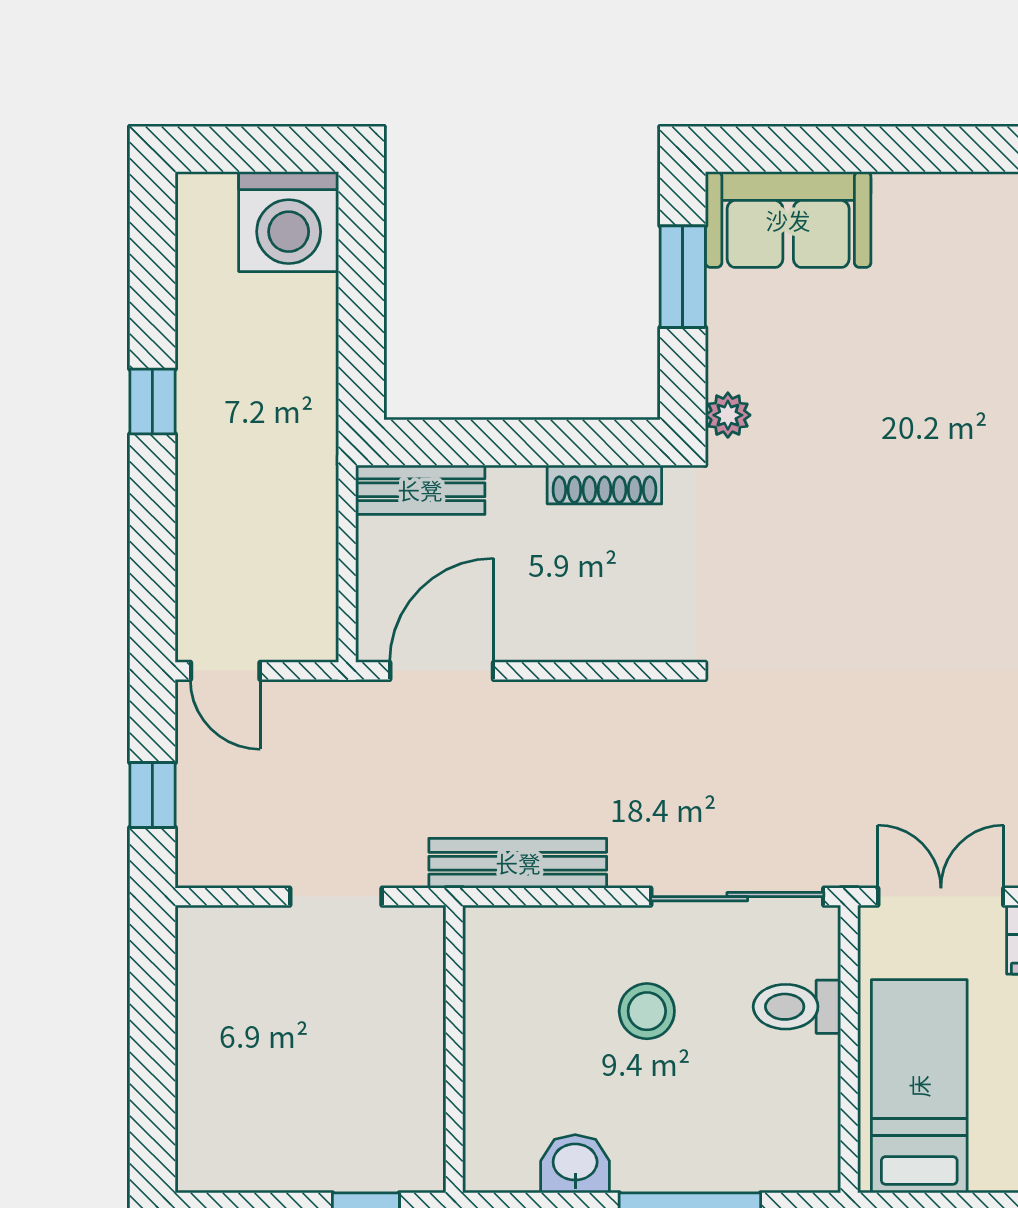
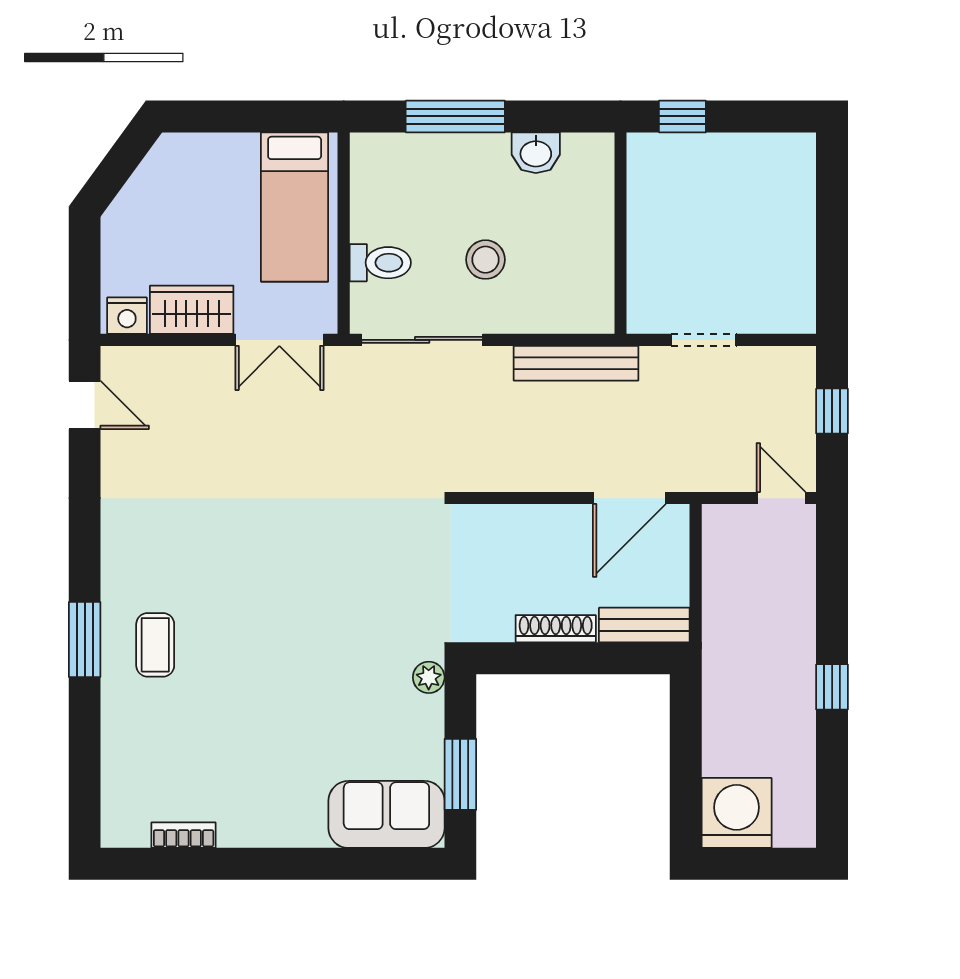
shoe rack: (604, 484) -> (556, 629), moved

